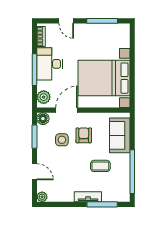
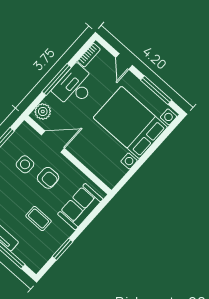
bed with nightstands: (104, 78) -> (130, 122), moved
floor lamp: (43, 119) -> (25, 130), removed
armchair: (84, 135) -> (48, 178), turned 90
window: (132, 172) -> (63, 249), width x0.47

